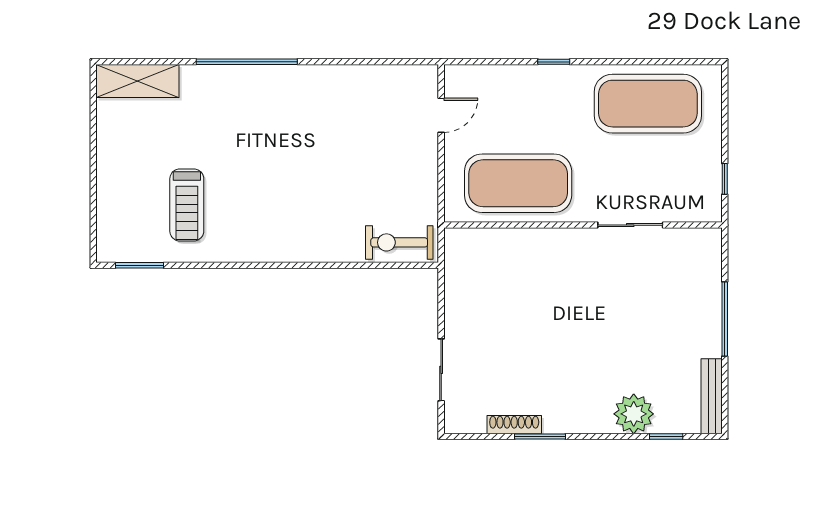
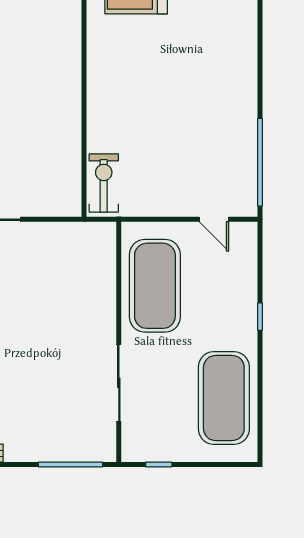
window: (247, 62) -> (260, 162), moved
sliding door: (630, 225) -> (119, 383), width x1.37
window: (725, 319) -> (70, 465), moved

